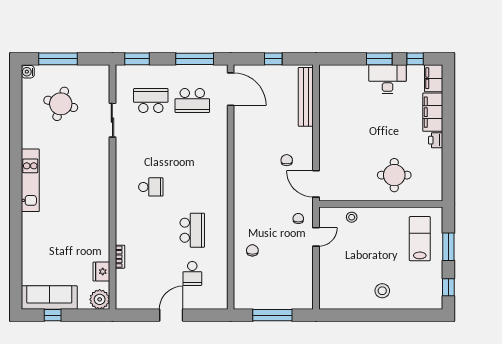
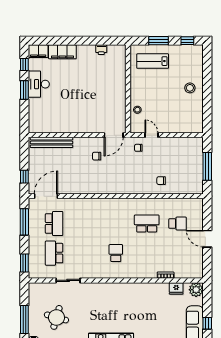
window: (273, 59) -> (24, 177), moved
printer: (436, 140) -> (101, 50), moved
round table: (394, 175) -> (107, 79), removed

